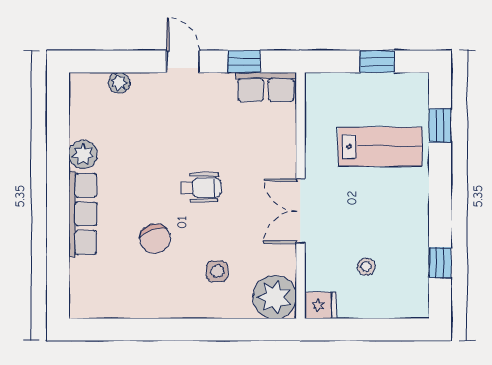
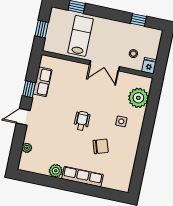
wall: (300, 196) -> (98, 64), moved
double door: (300, 211) -> (105, 66), moved
fridge: (320, 305) -> (149, 66), moved

